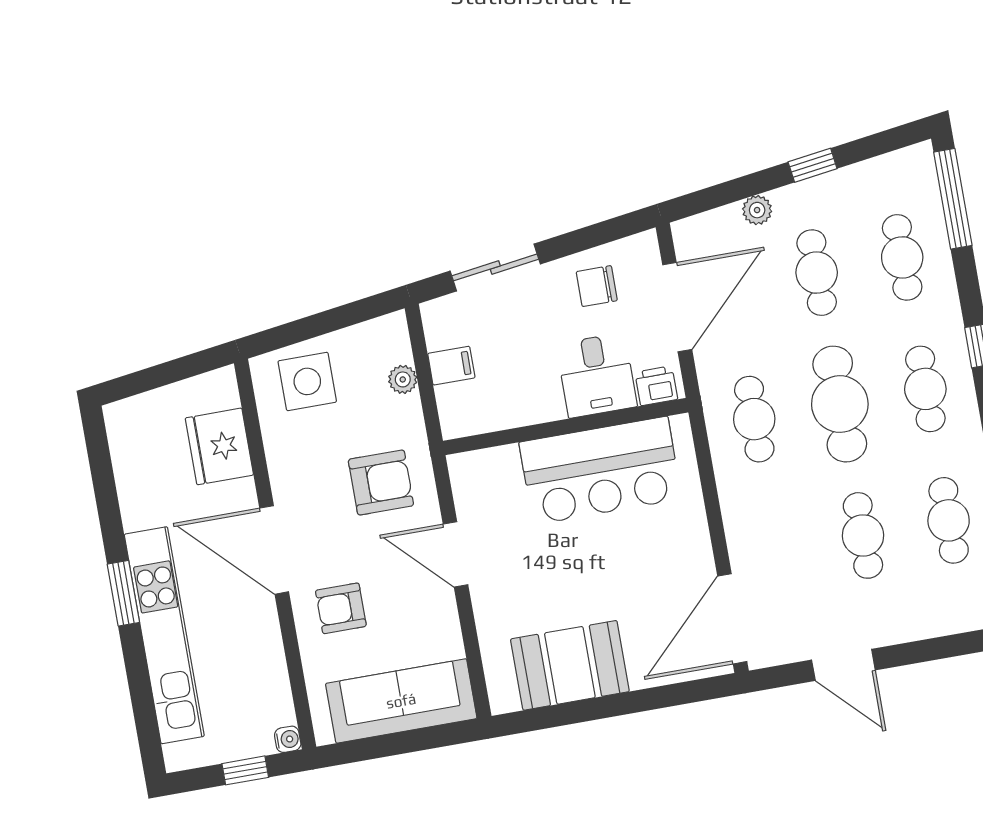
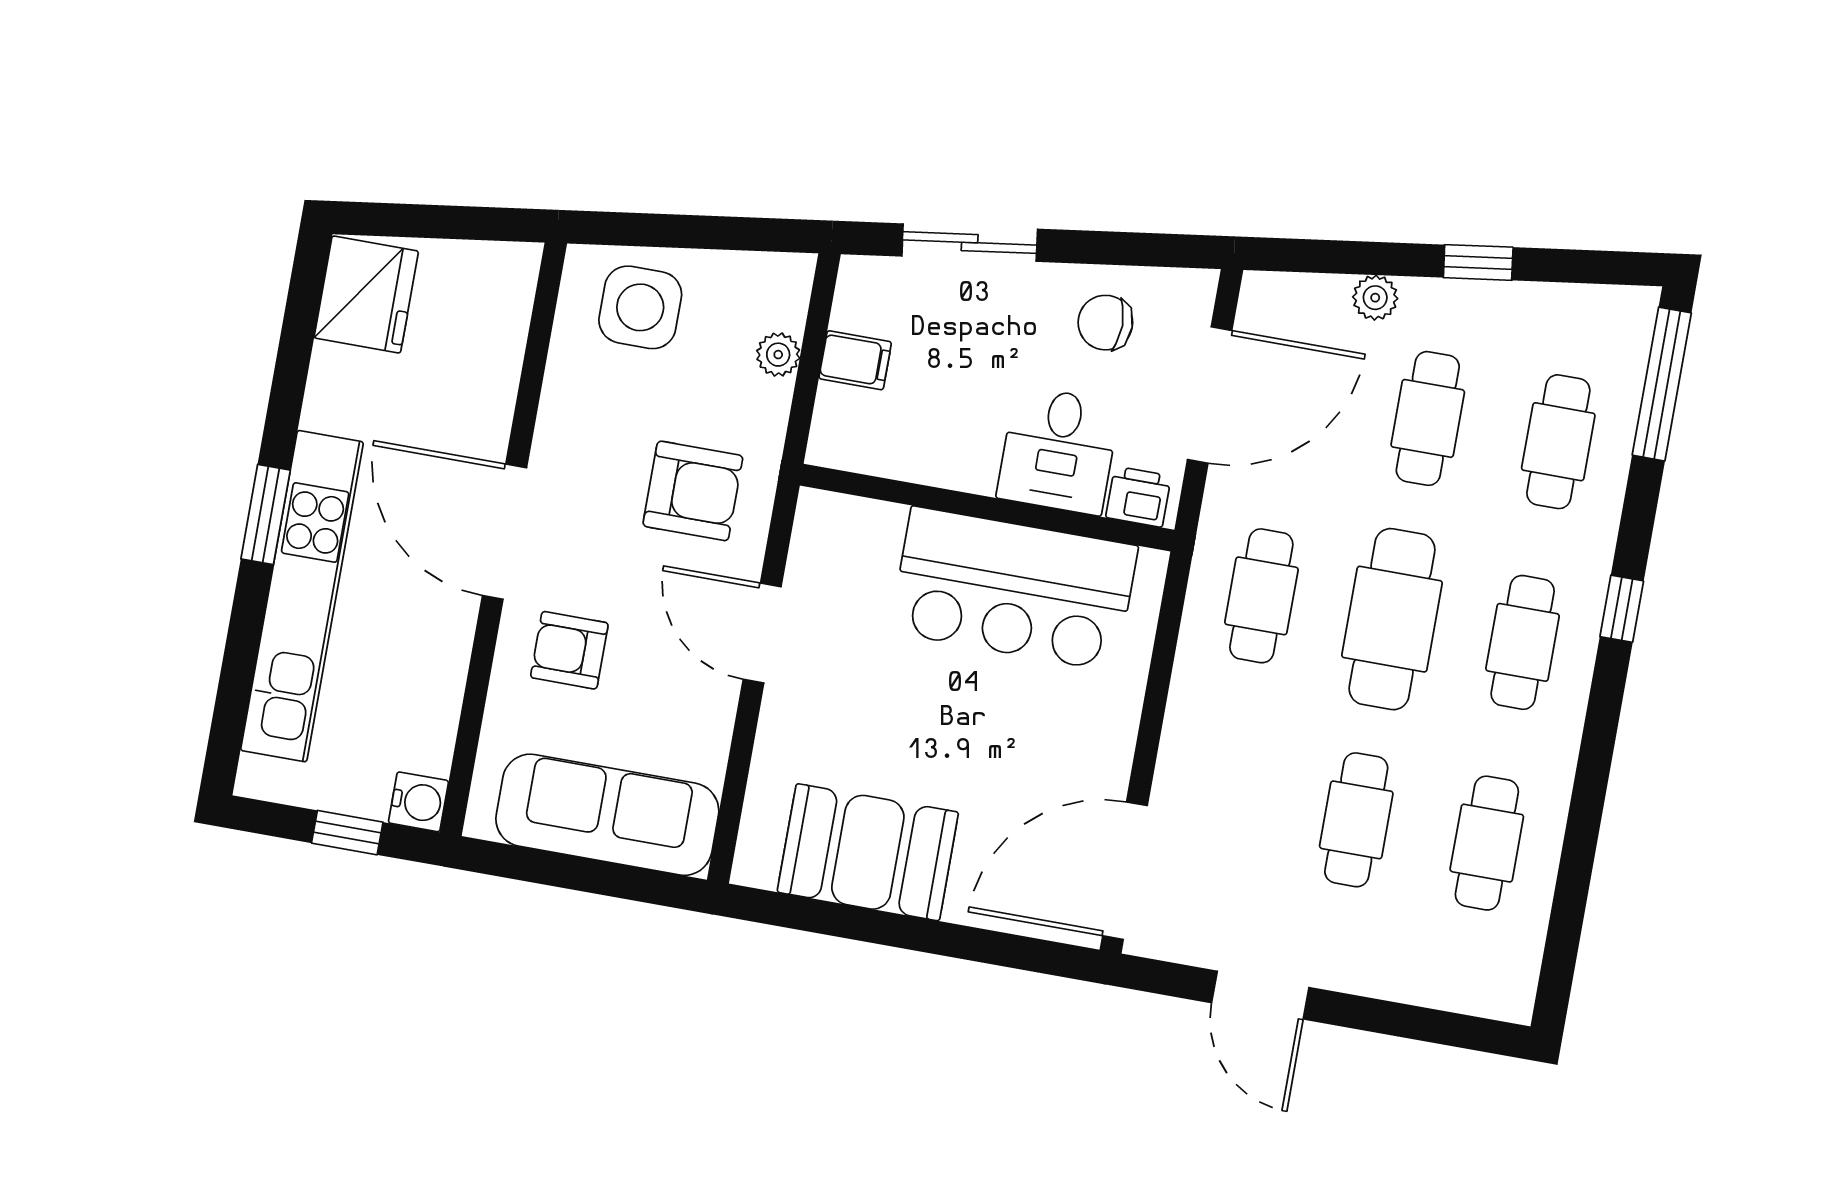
fridge: (219, 446) -> (366, 295), moved, turned 180
water cooler: (288, 739) -> (419, 802), width x1.38, depth x1.38

